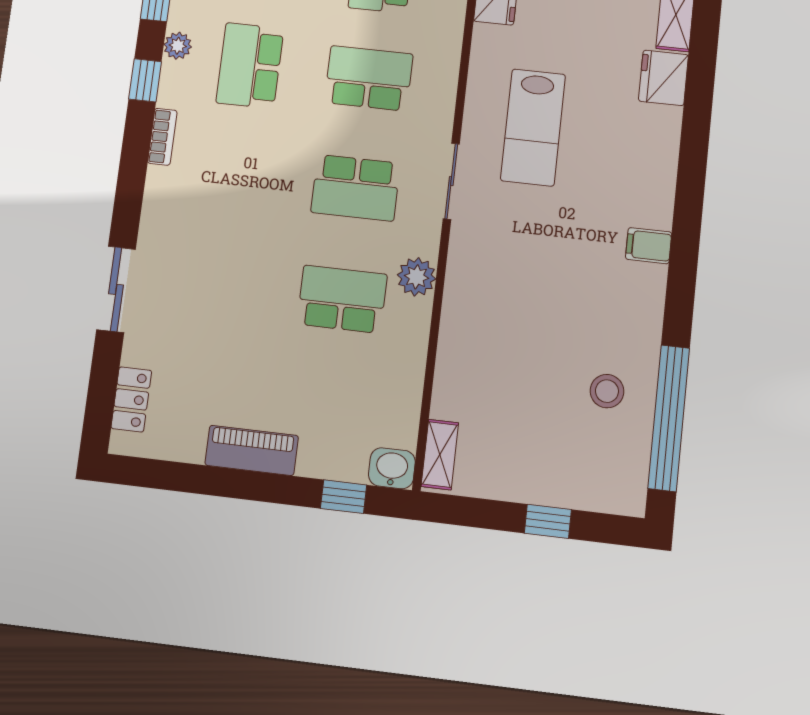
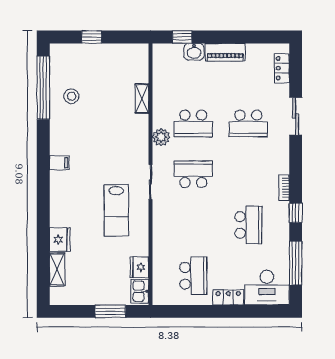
plant: (178, 46) -> (283, 231), removed
school desk: (369, 78) -> (248, 123), moved
lab bench: (533, 127) -> (116, 210), turned 180
shelving: (440, 455) -> (142, 99), moved
washbasin: (392, 468) -> (194, 52), moved

